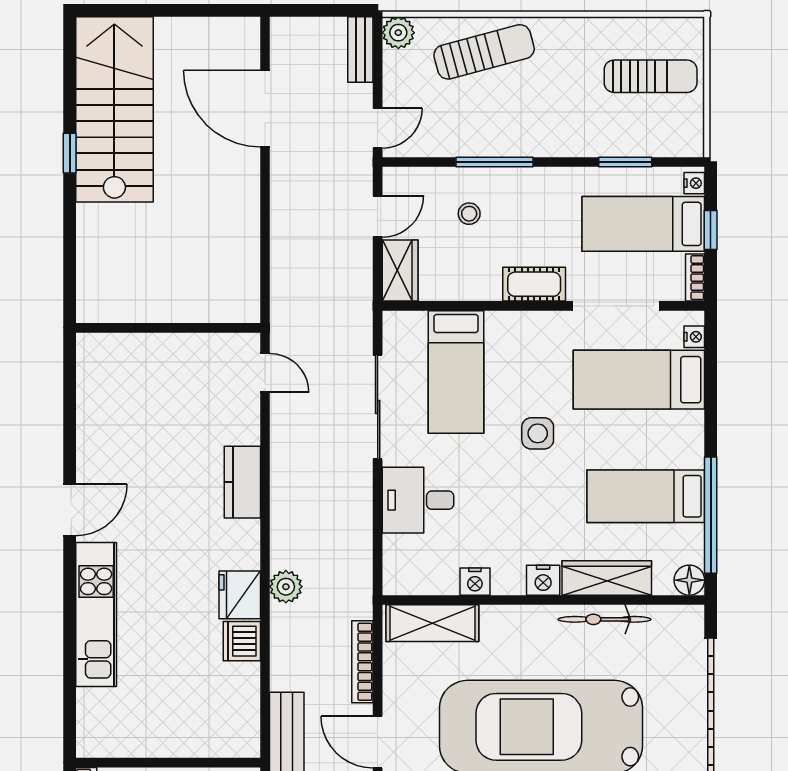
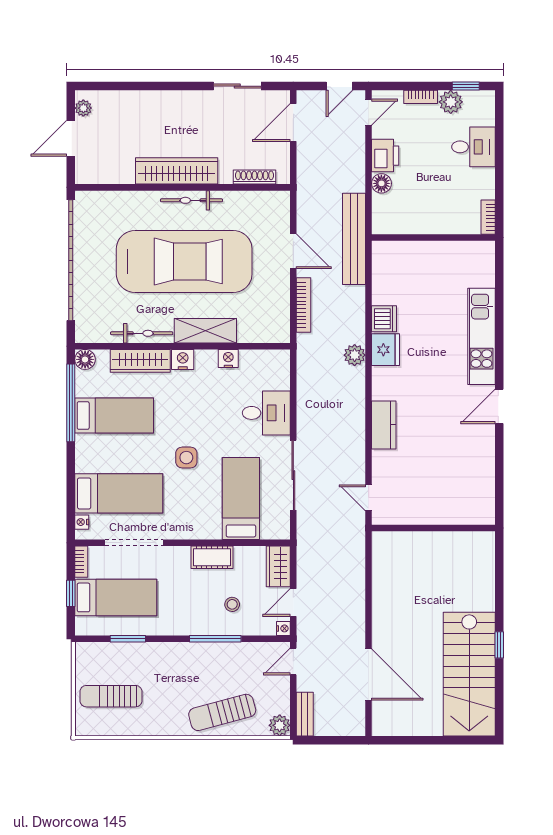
nightstand: (694, 183) -> (283, 628), moved, turned 180
cot: (534, 284) -> (212, 557), moved
shelving: (432, 623) -> (205, 331), moved

